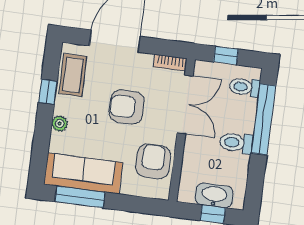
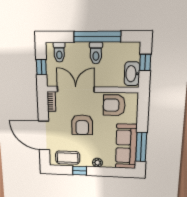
window: (263, 119) -> (97, 37), moved
washbasin: (214, 195) -> (132, 74), moved

